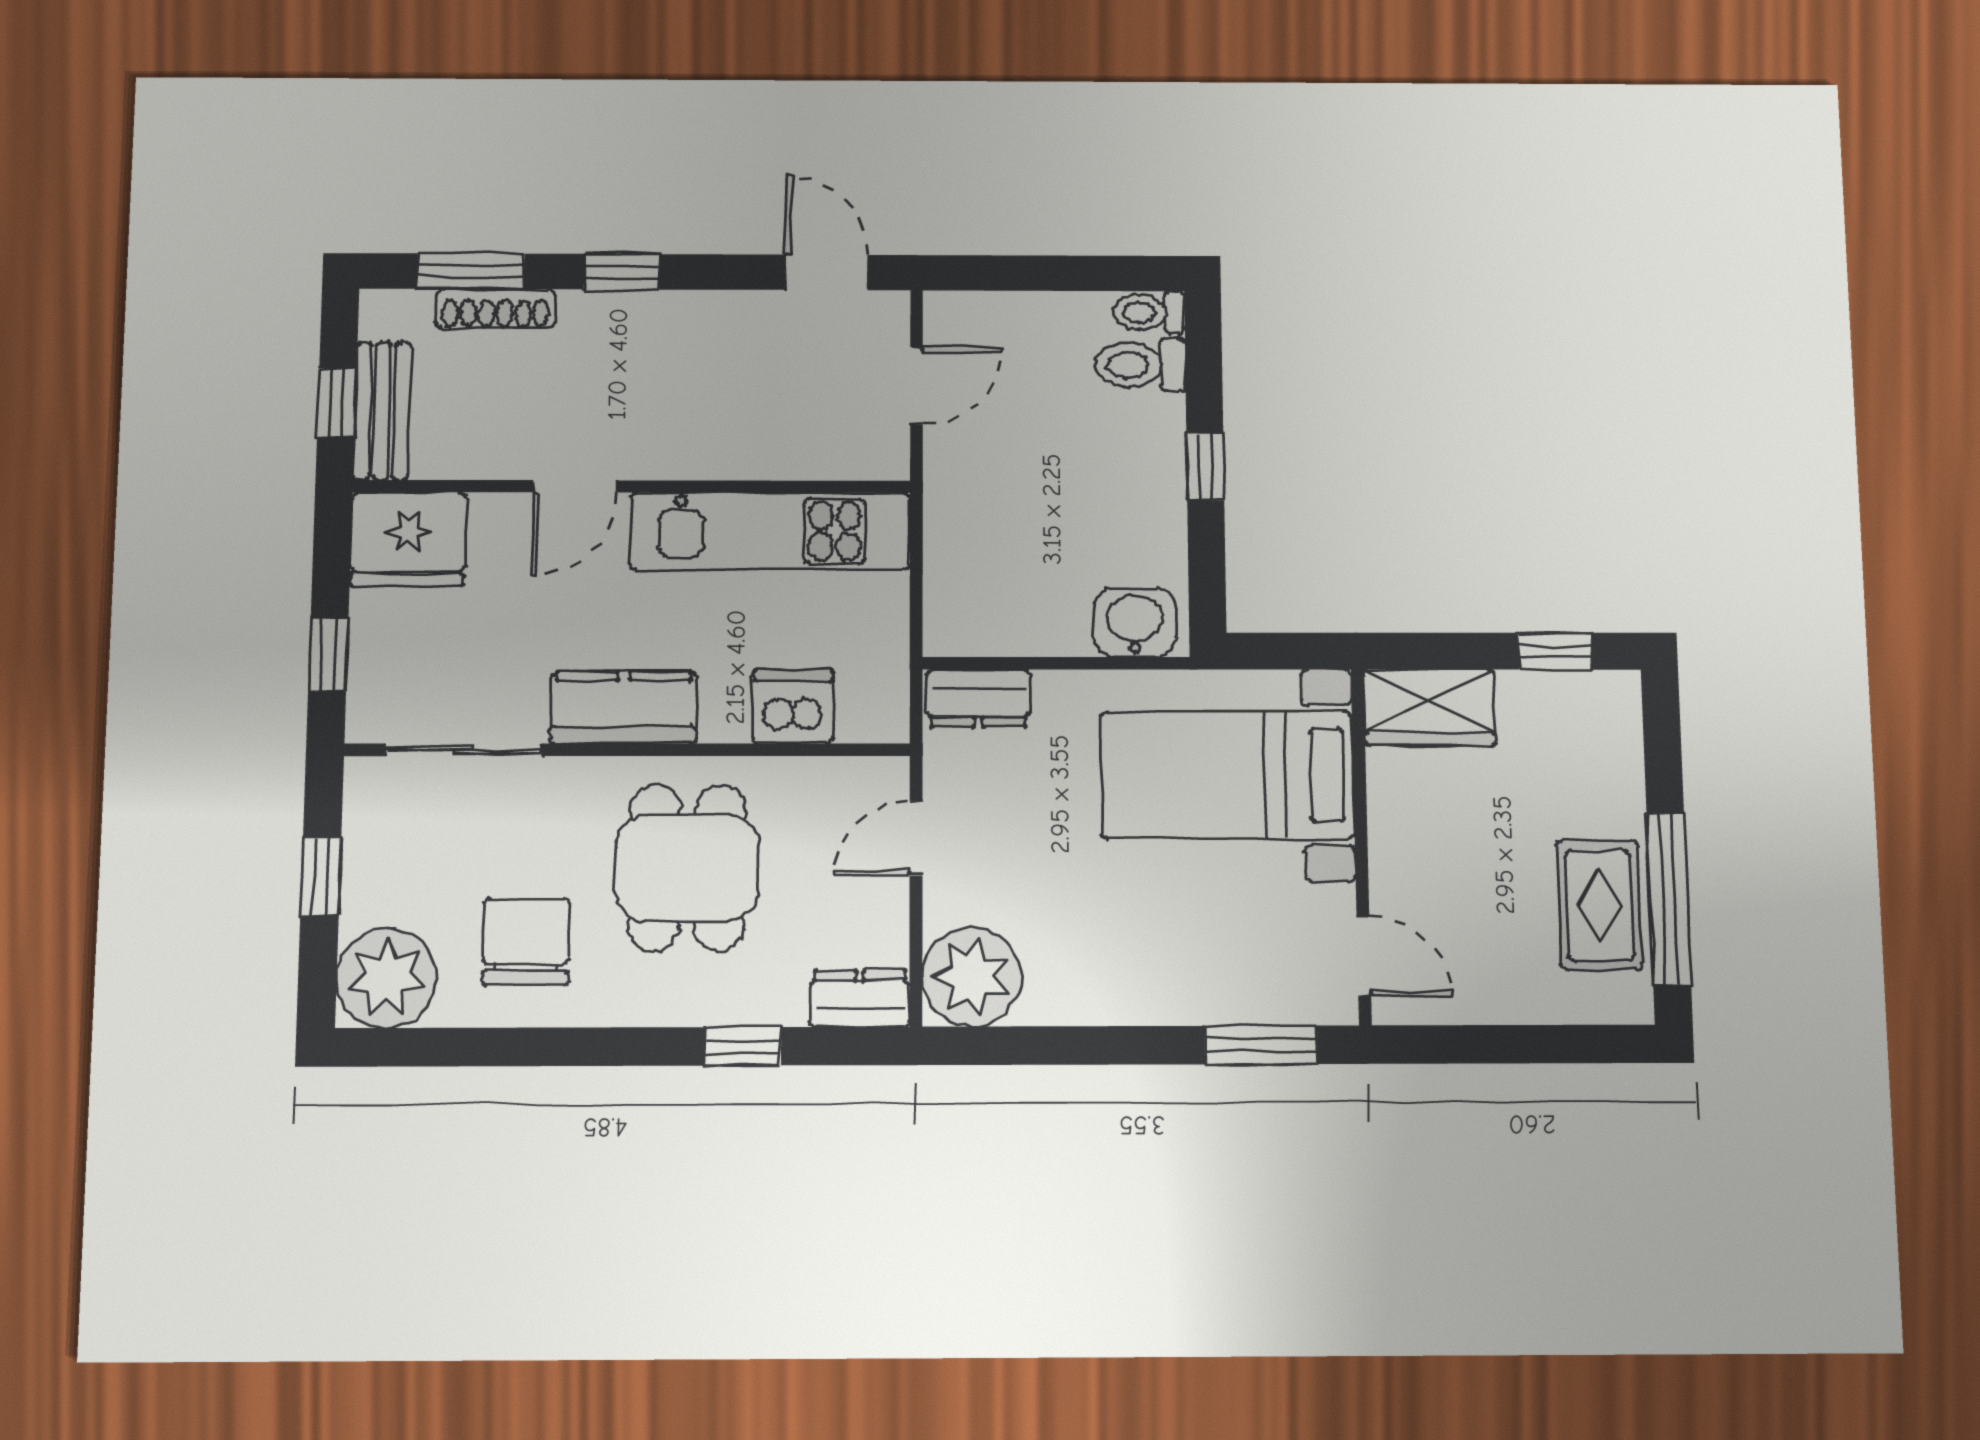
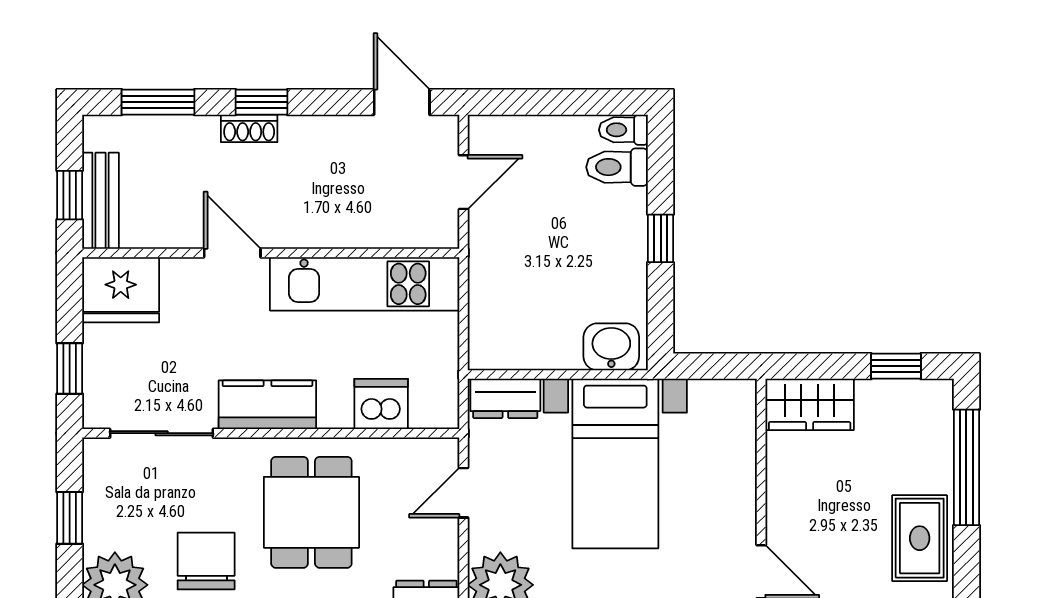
shoe rack: (496, 308) -> (249, 128), moved, width x0.70
door: (575, 486) -> (232, 253), swing flipped
bed with nightstands: (1227, 775) -> (615, 464), moved, turned -90
window: (1669, 899) -> (966, 467), moved

